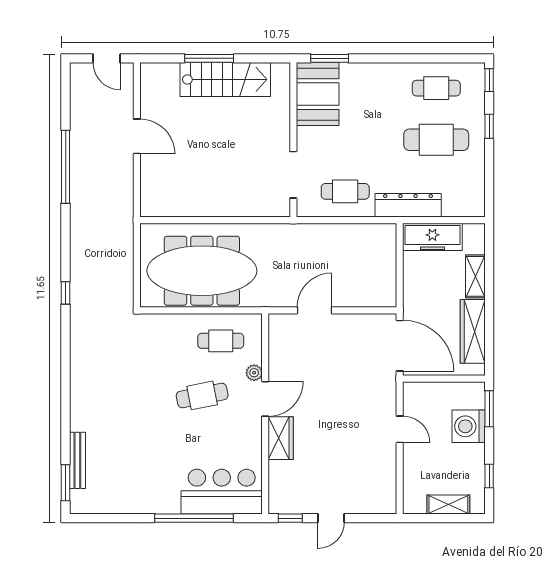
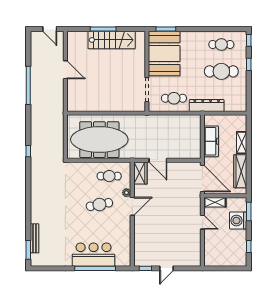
booth: (318, 94) -> (164, 54), width x1.36, depth x1.42
freezer: (432, 237) -> (211, 141), moved, turned -90
door: (315, 310) -> (158, 160), swing flipped
wardrobe: (281, 438) -> (140, 173), moved
bar counter: (222, 492) -> (94, 255), moved
shelving: (448, 505) -> (215, 202), moved

